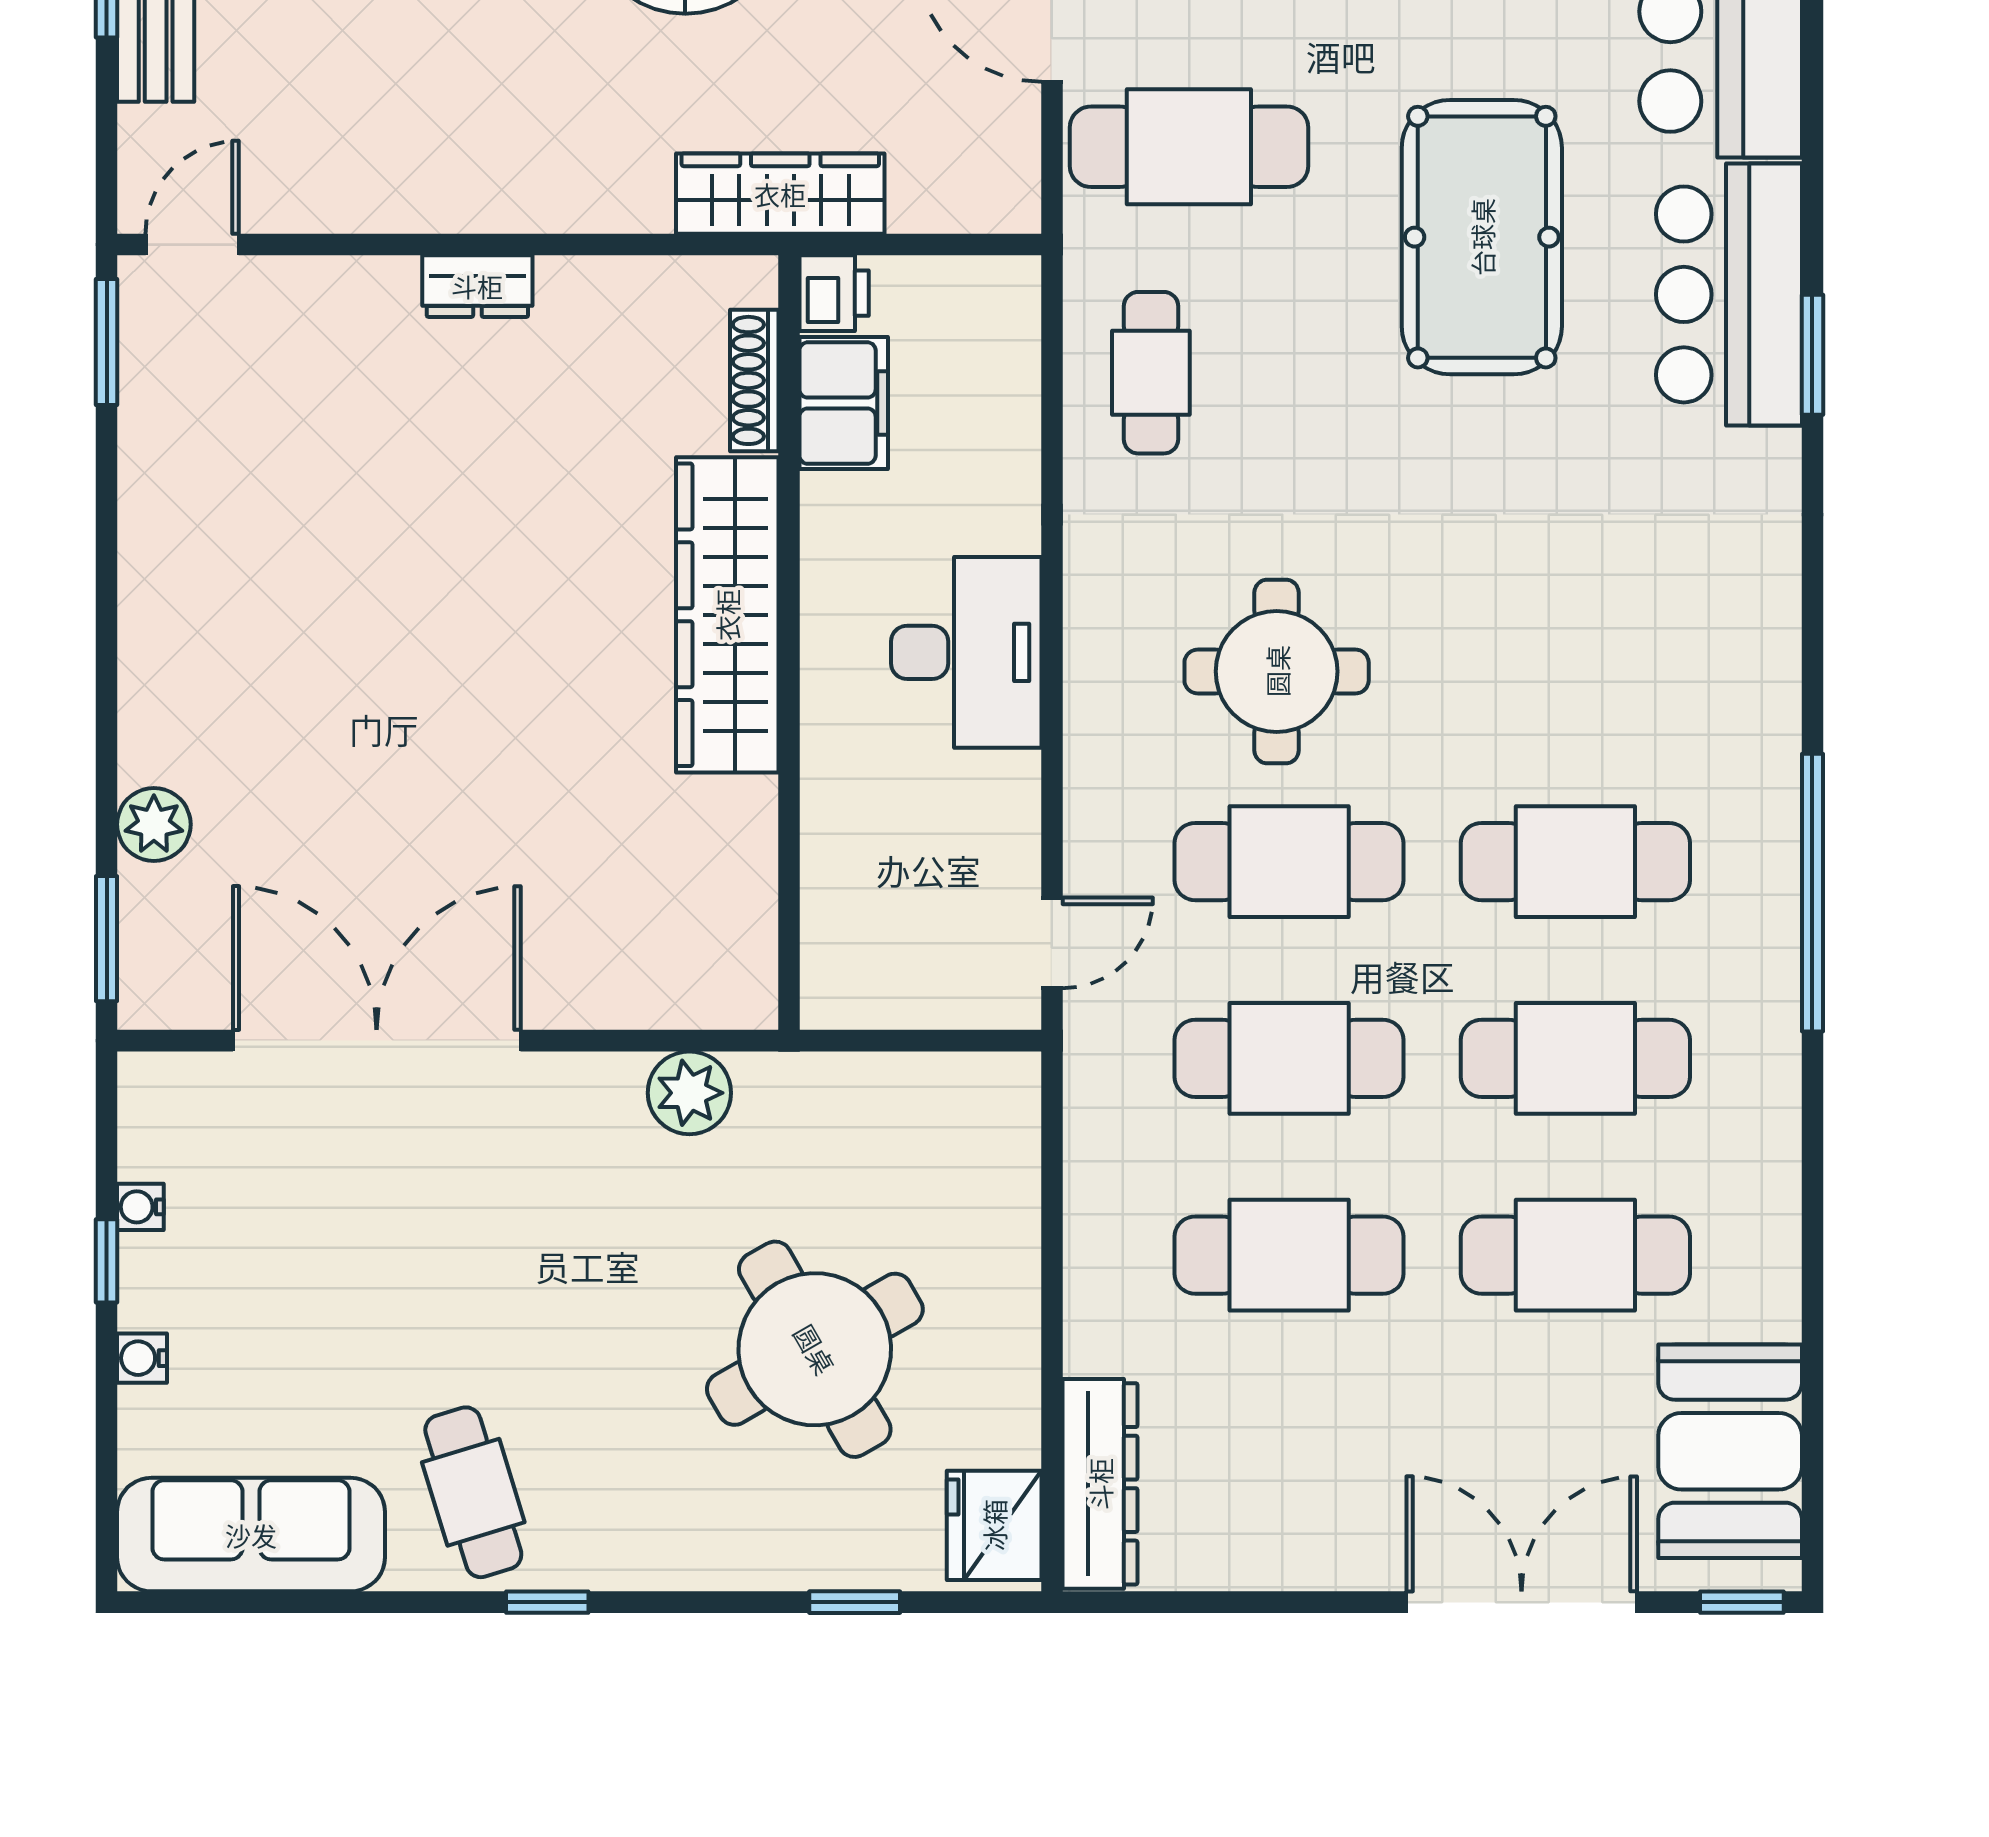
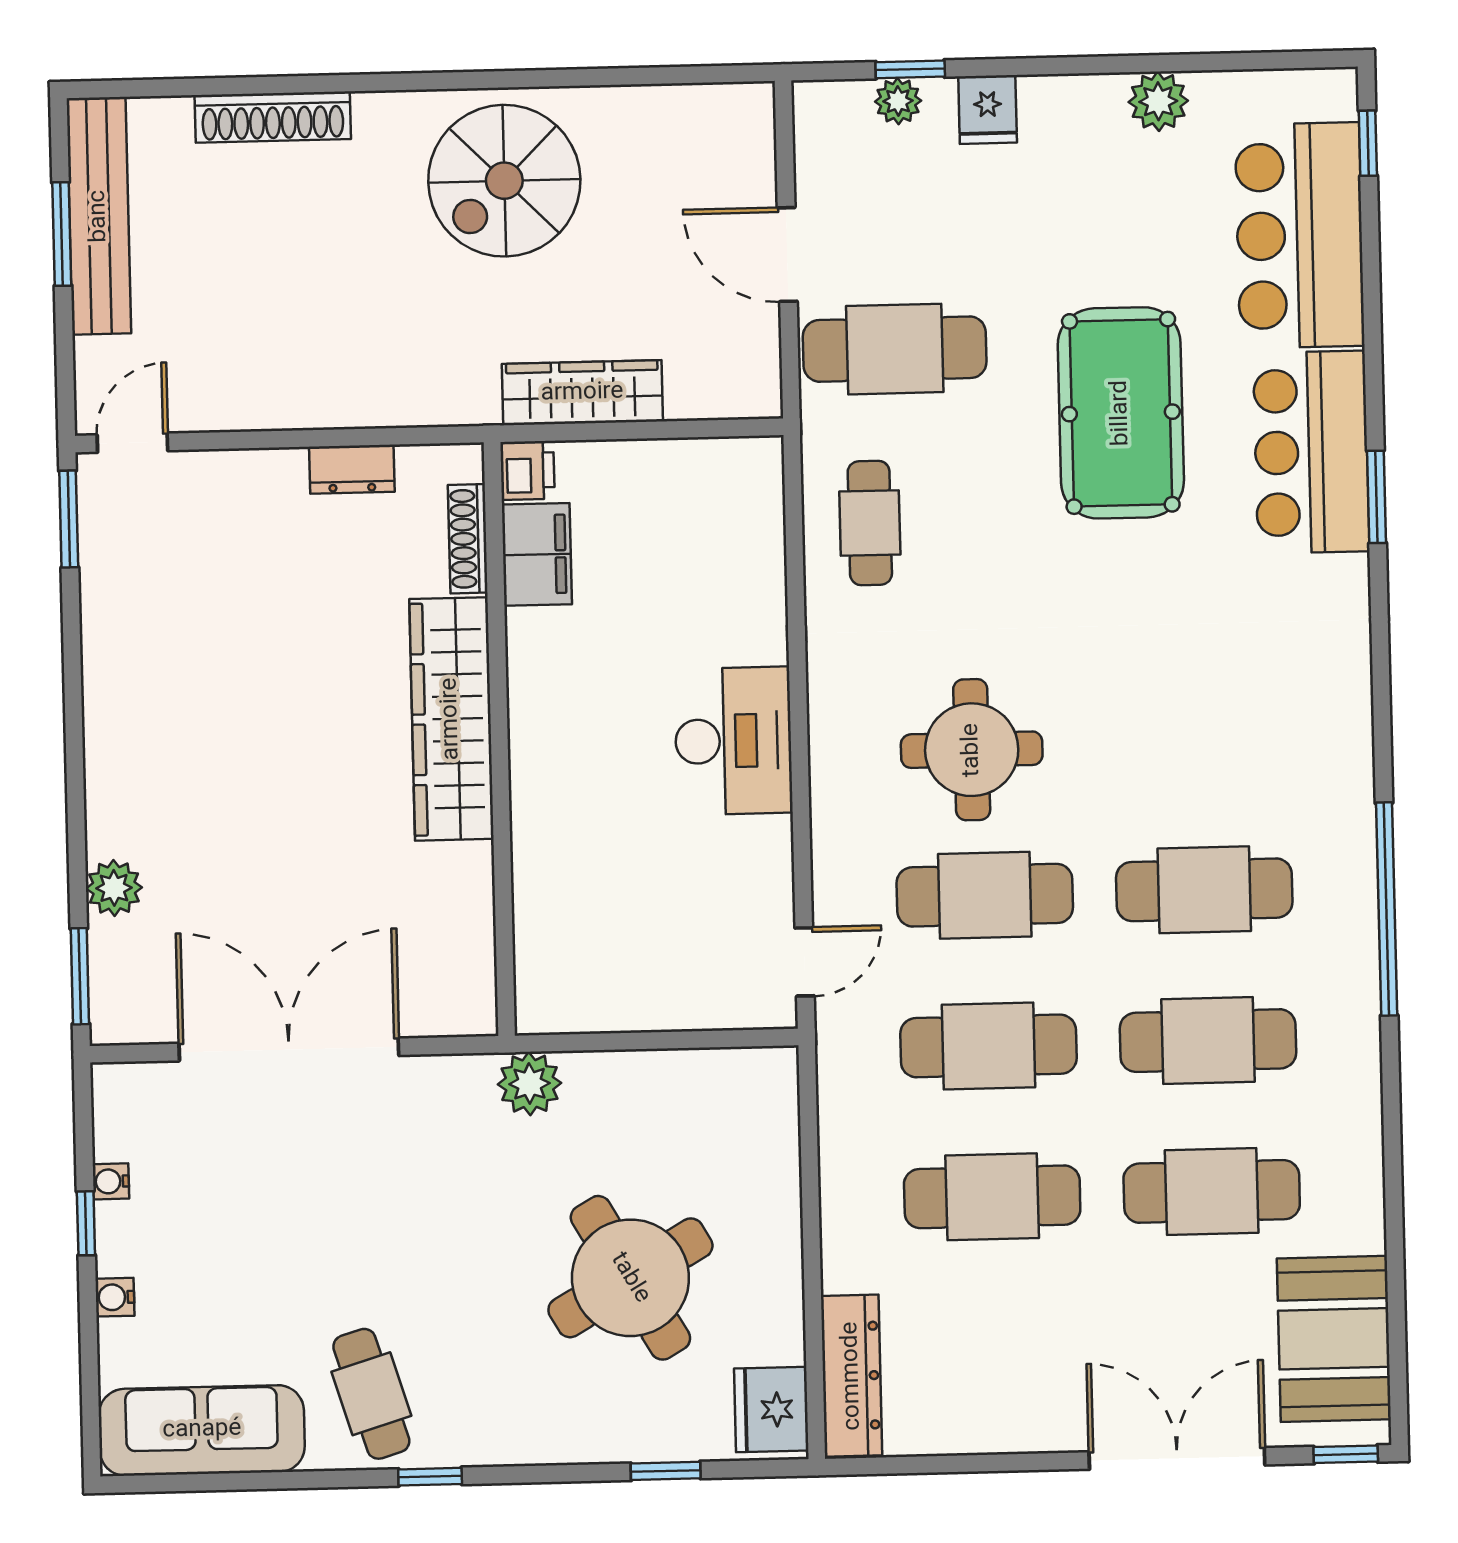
printer: (834, 293) -> (527, 470), moved
shoe rack: (754, 380) -> (468, 539), moved
filing cabinet: (844, 403) -> (537, 554), moved
wardrobe: (727, 615) -> (451, 719), moved
wall: (789, 643) -> (499, 739), moved

